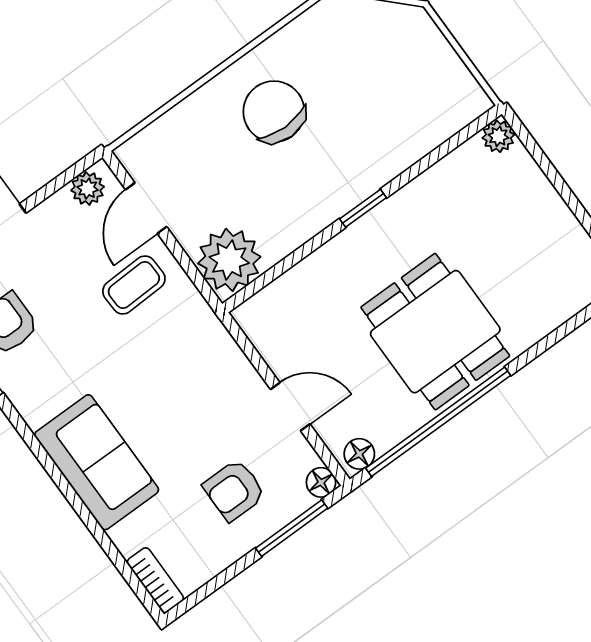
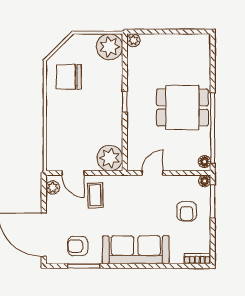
plant: (451, 98) -> (110, 47), added
chair: (274, 112) -> (69, 77), moved
door: (290, 407) -> (153, 173), moved
sofa: (97, 462) -> (136, 250), width x1.36

